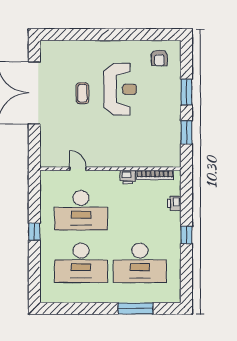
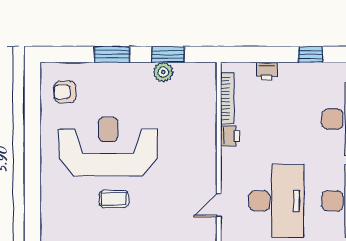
armchair: (159, 58) -> (65, 92), turned 180
reception desk: (120, 89) -> (108, 146), width x1.36, depth x1.30
plant: (174, 129) -> (163, 72), added

